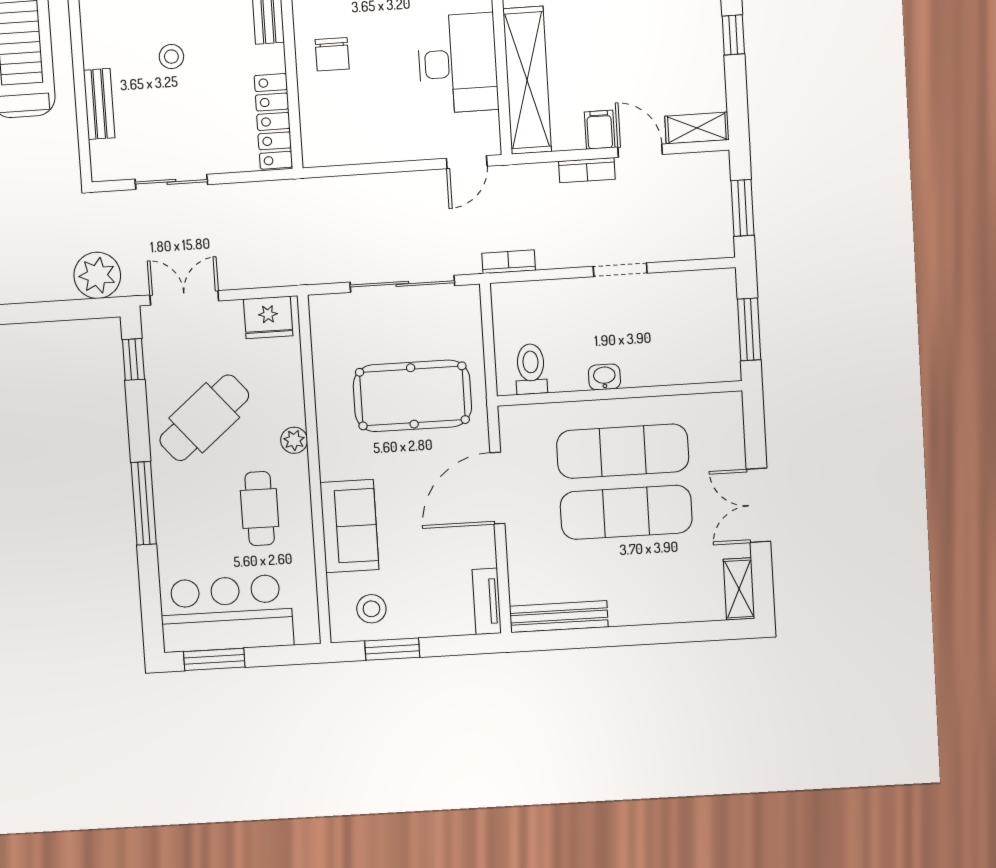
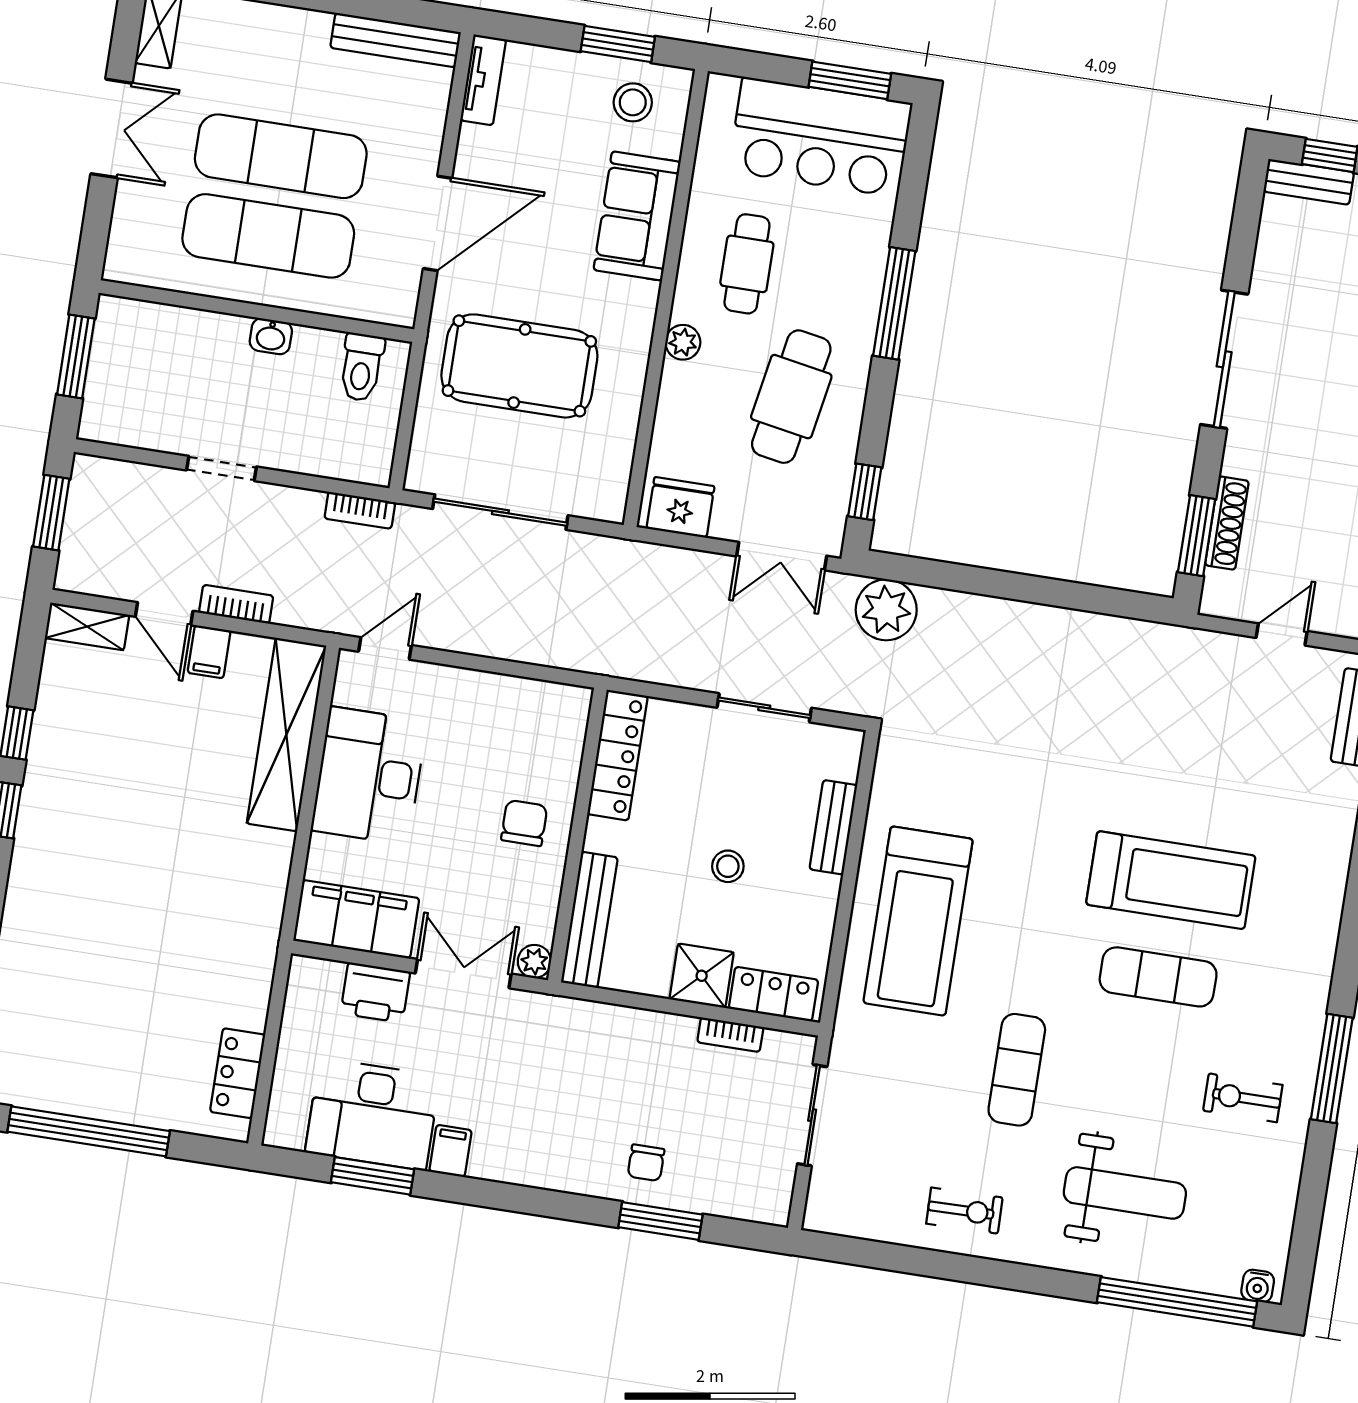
cafe table: (204, 418) -> (791, 397), turned -40

